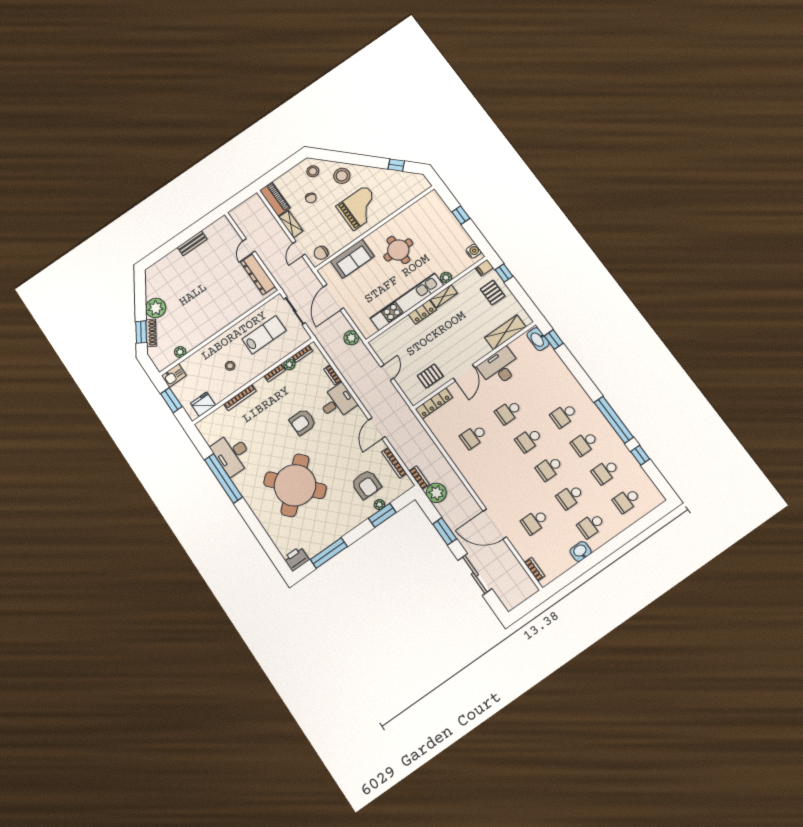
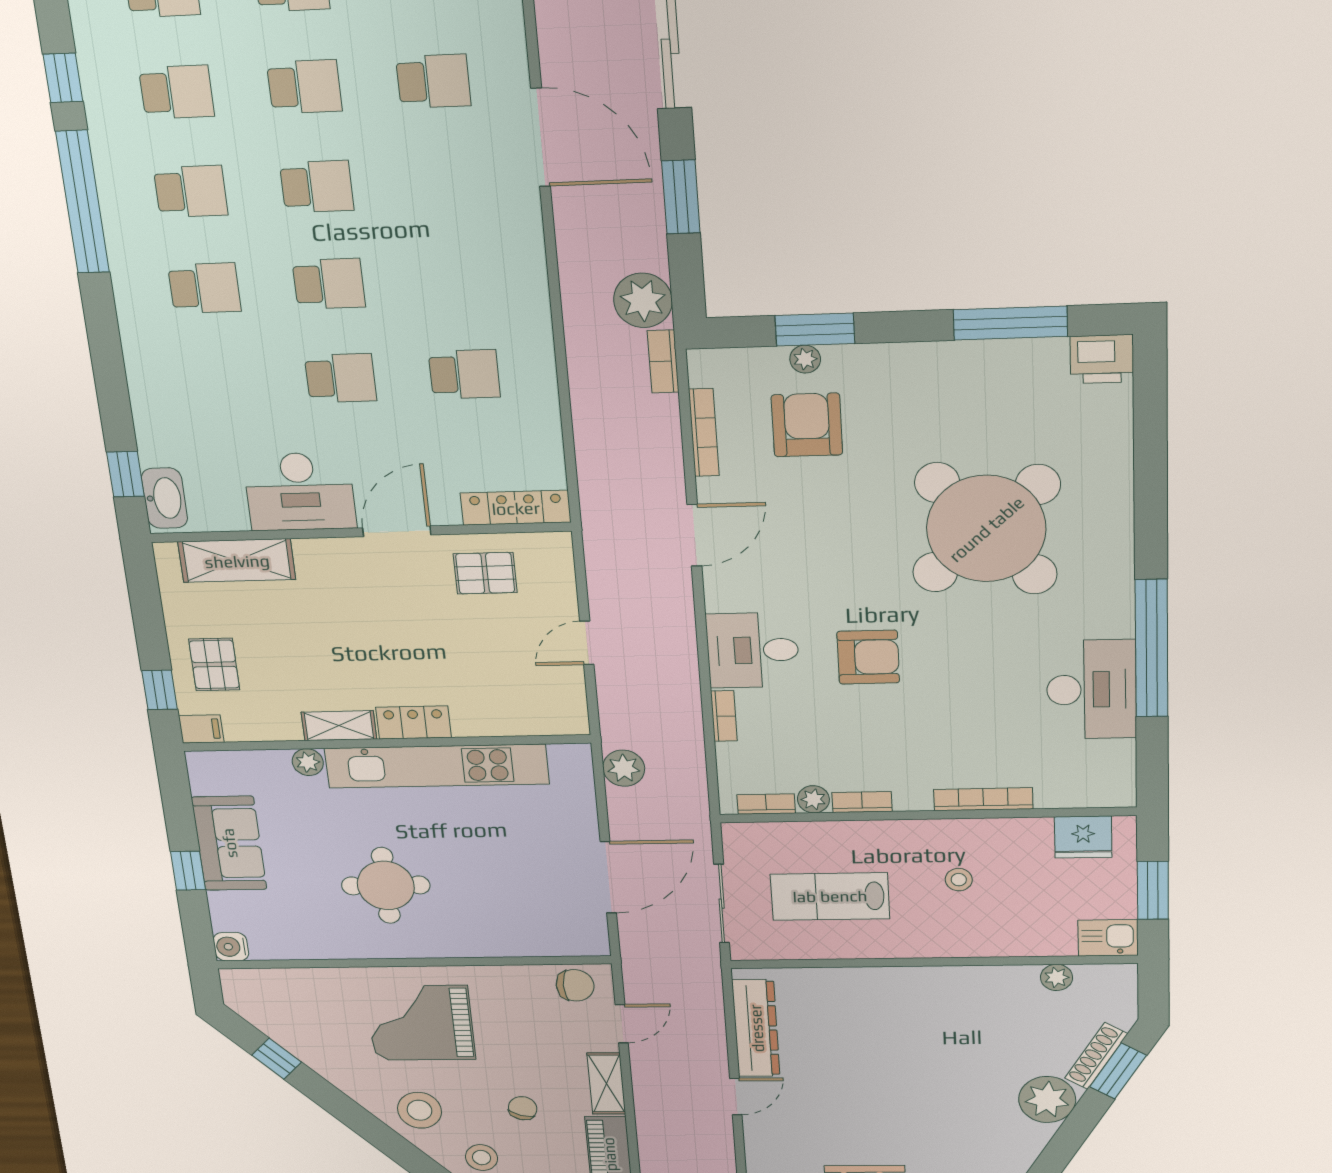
water cooler: (473, 251) -> (231, 947), moved
sofa: (352, 259) -> (229, 843), moved, turned 90

